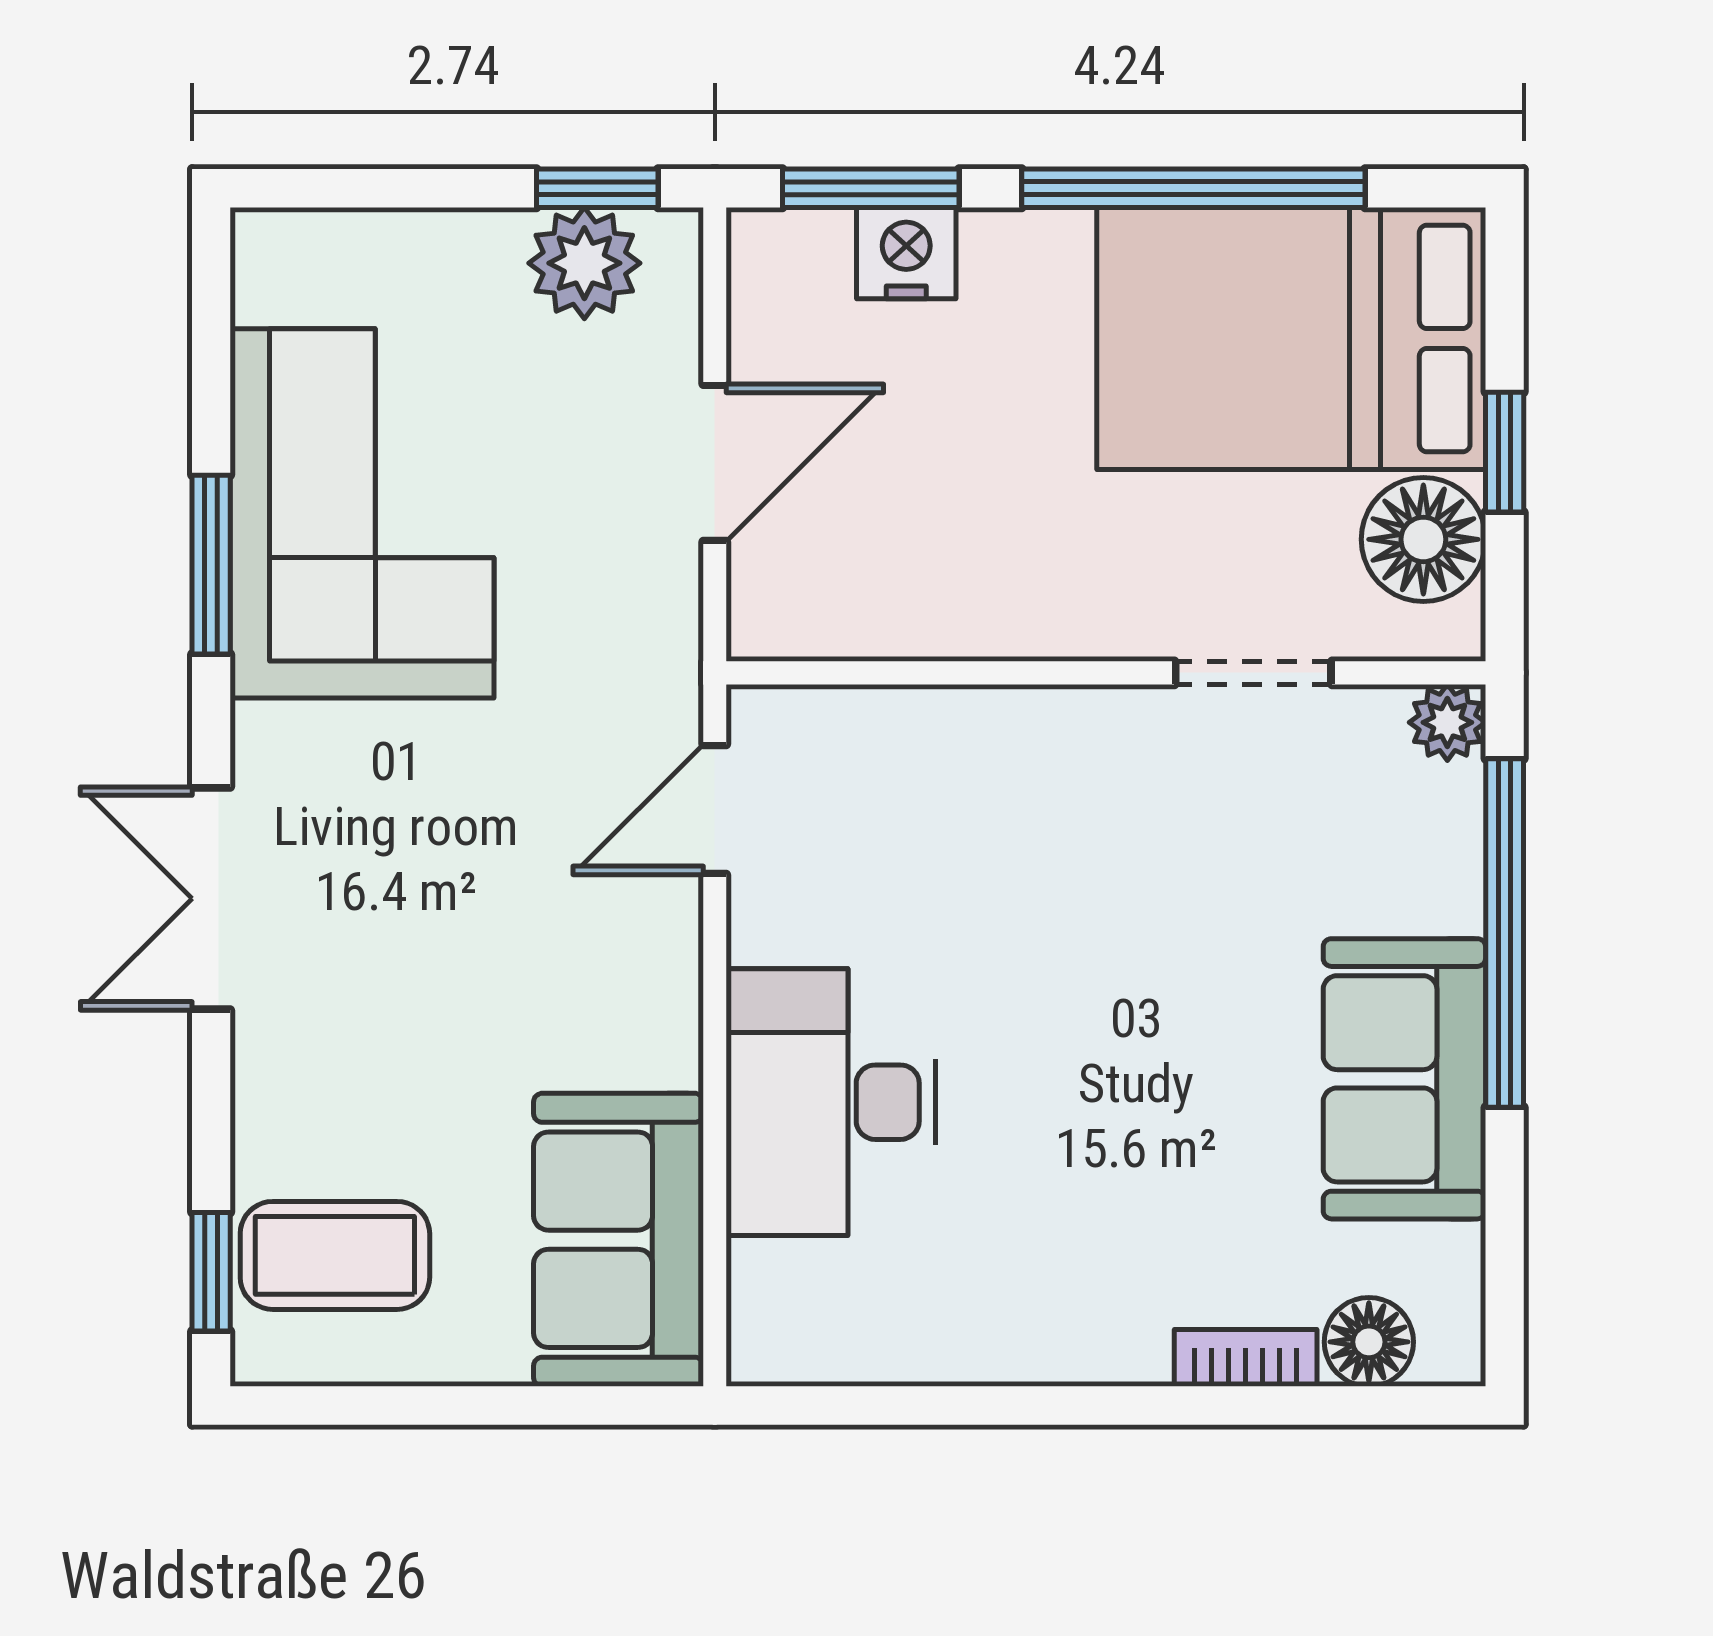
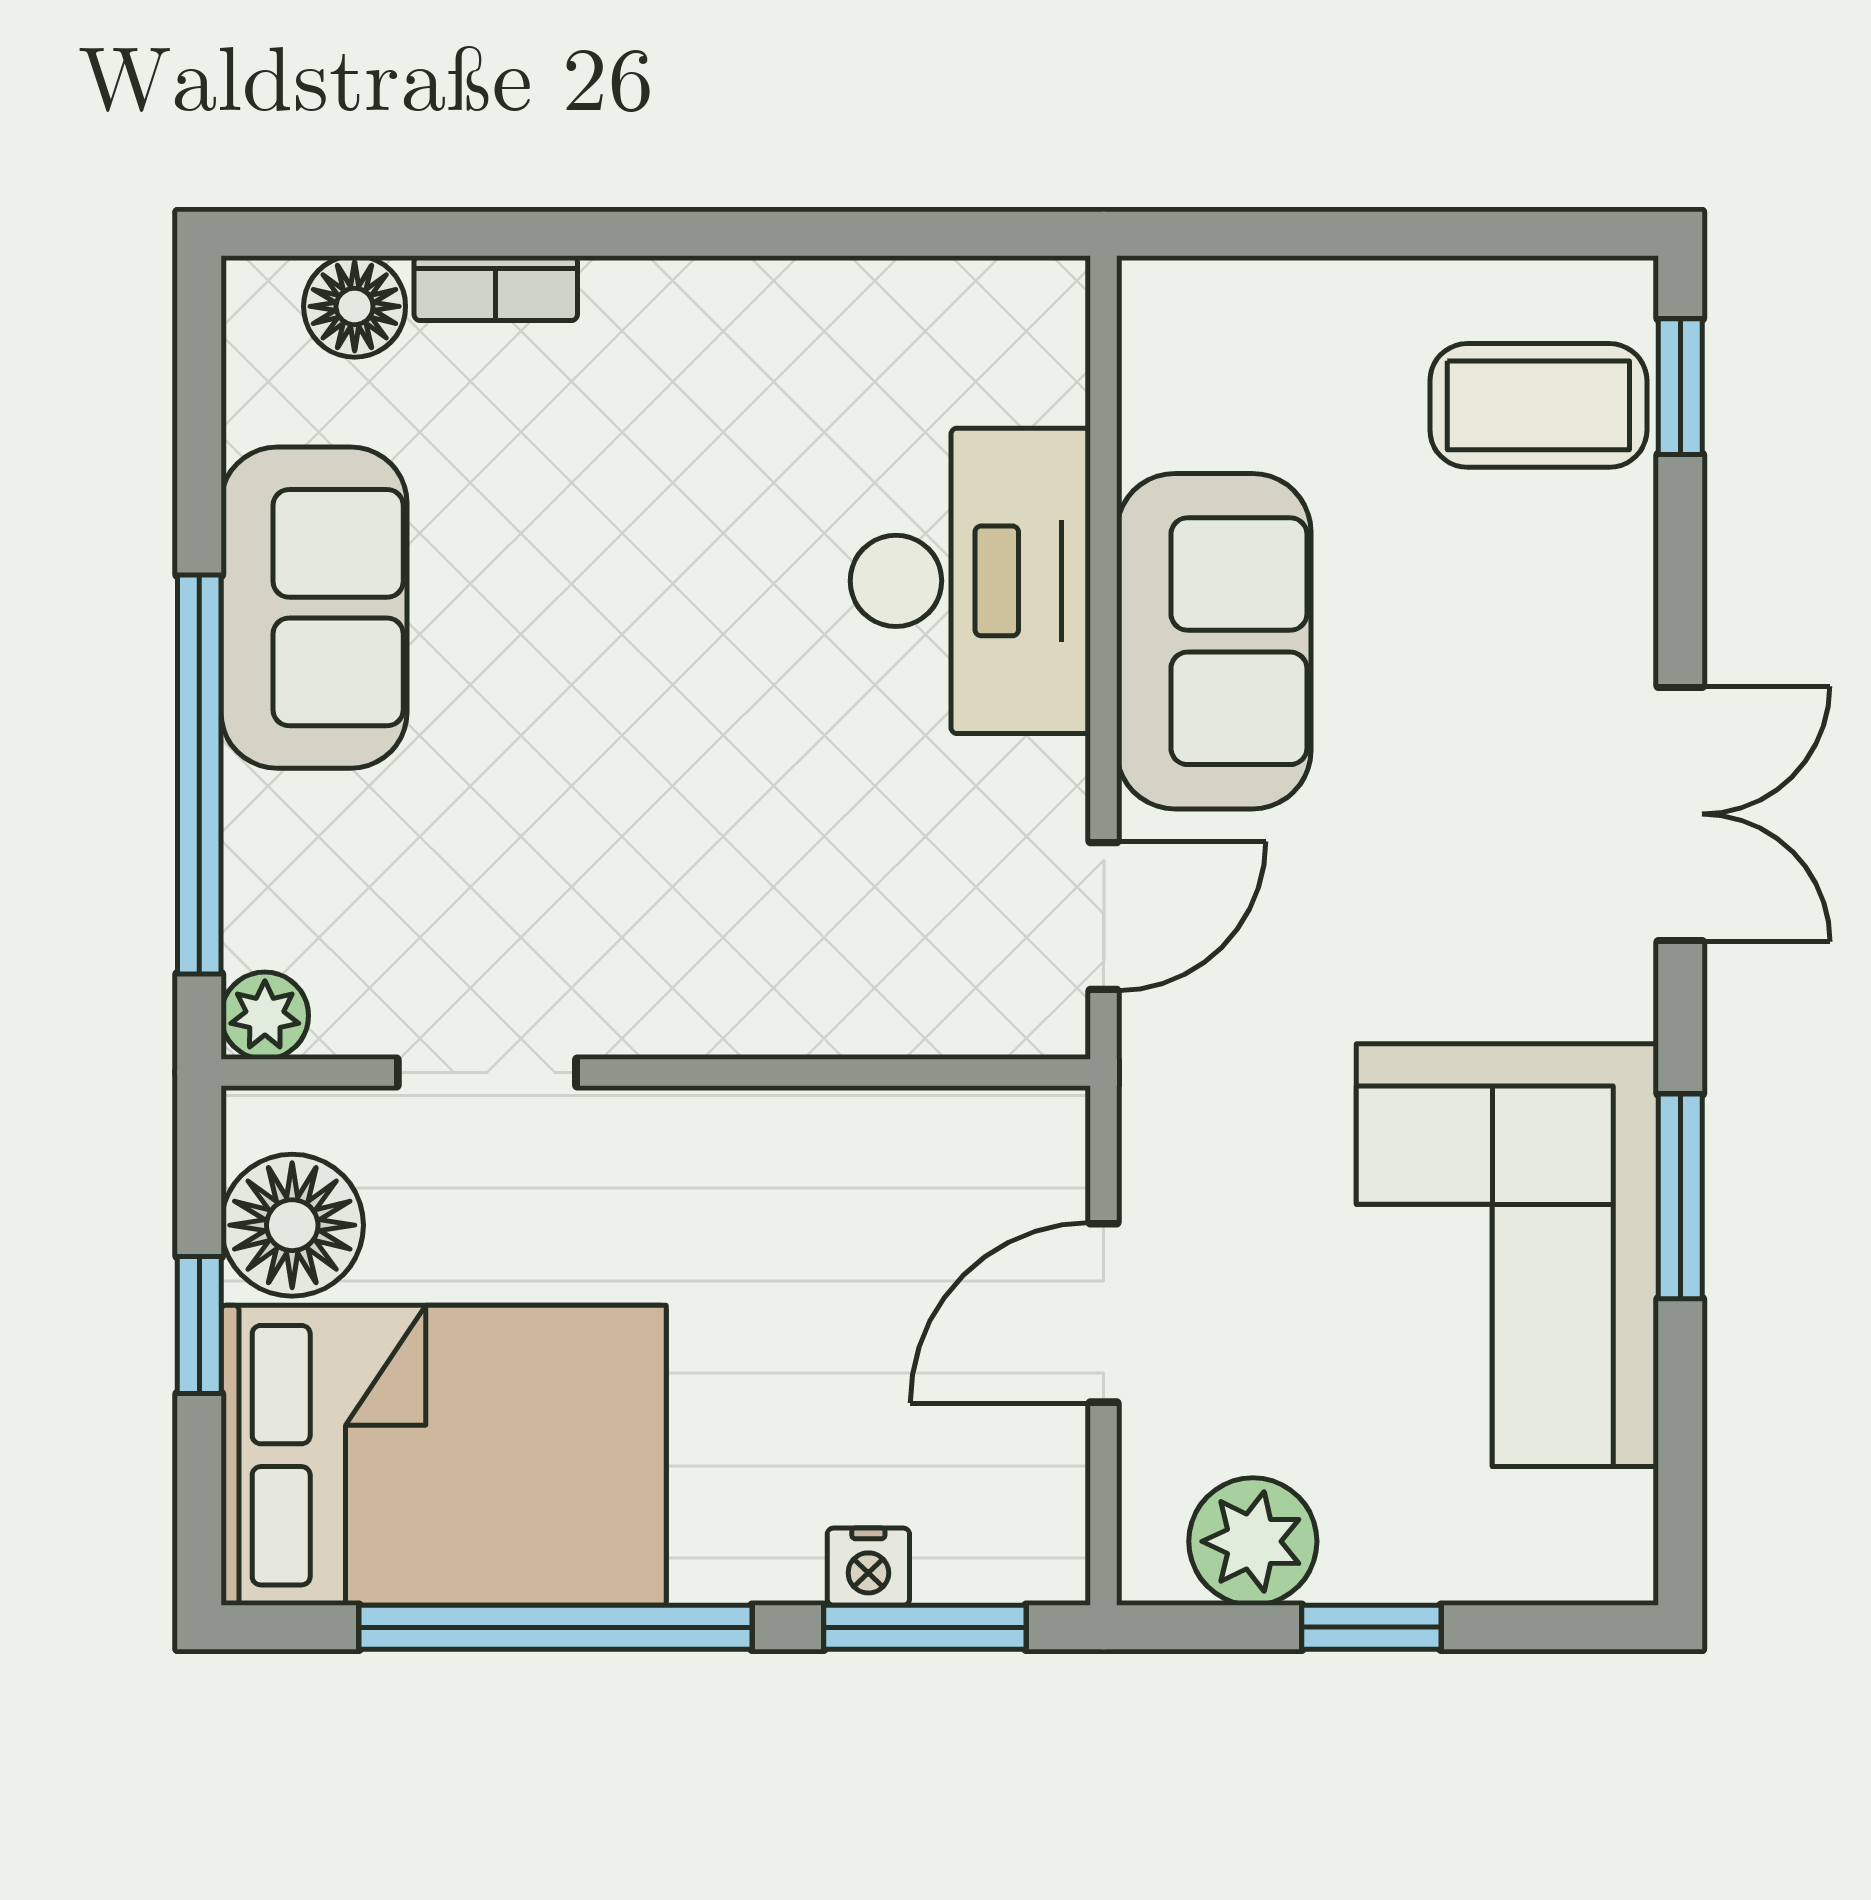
window: (597, 188) -> (1371, 1627), moved
nightstand: (906, 253) -> (868, 1567), width x0.72, depth x0.74
sofa: (619, 1240) -> (1214, 641), moved

